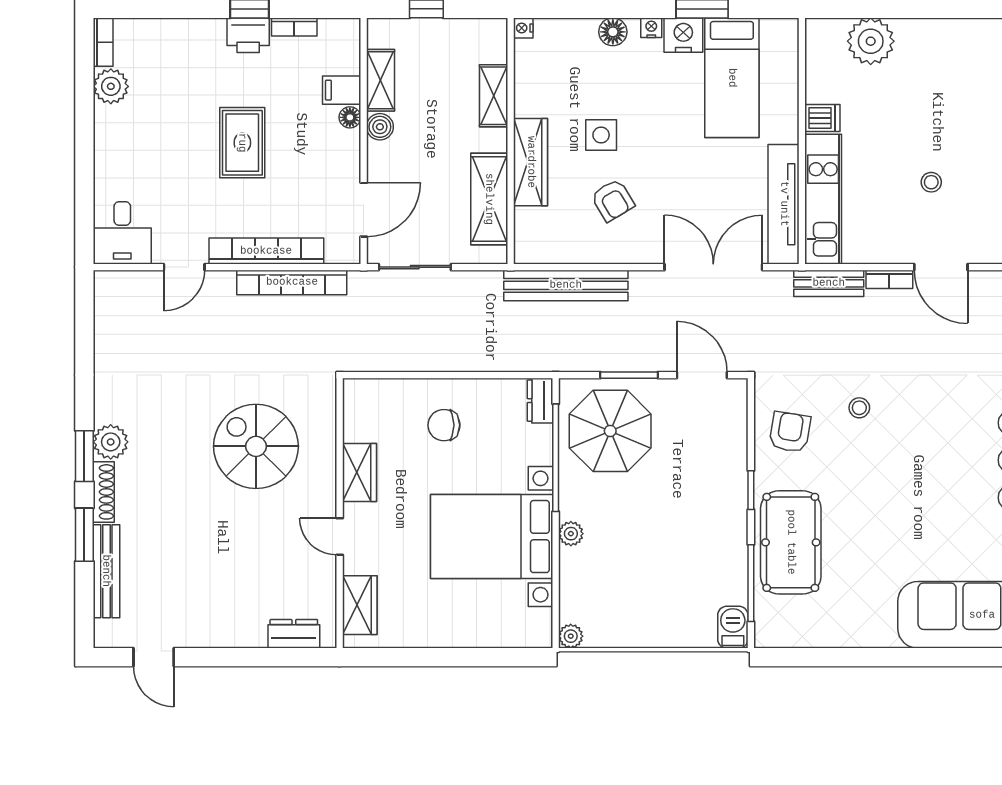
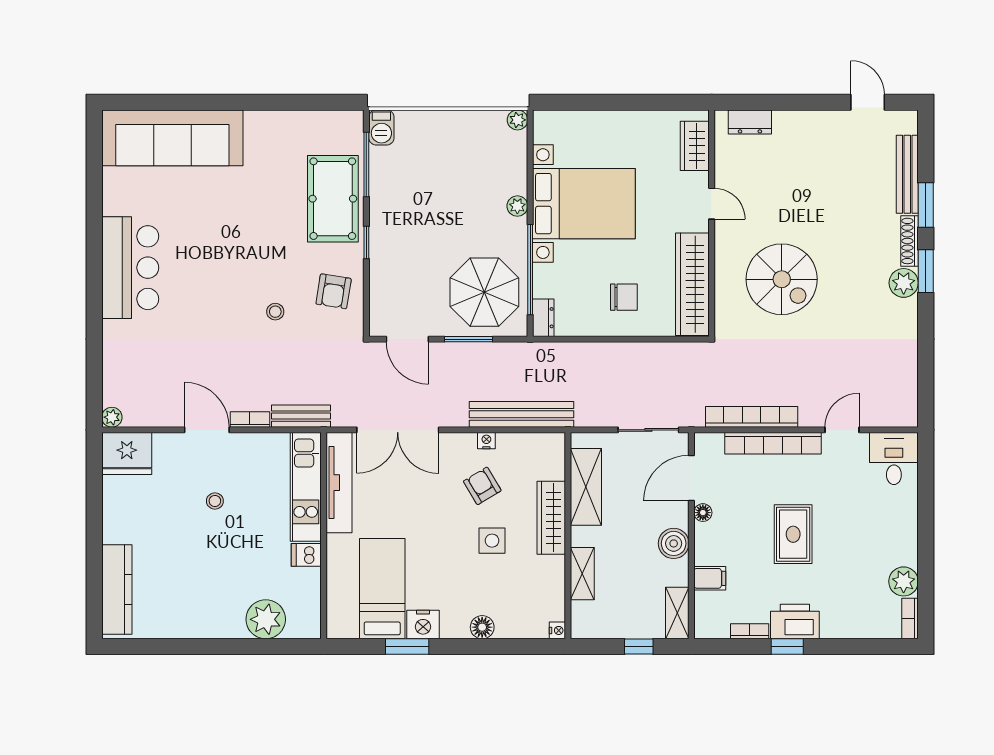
nightstand: (651, 28) -> (486, 441), moved, turned 180
printer: (248, 35) -> (795, 622), width x1.37, depth x1.19
shelving: (380, 80) -> (677, 613), moved
floor lamp: (350, 117) -> (703, 513), moved
boiler: (380, 127) -> (674, 543), width x1.36, depth x1.36
wardrobe: (359, 473) -> (692, 284), width x2.10, depth x1.17

